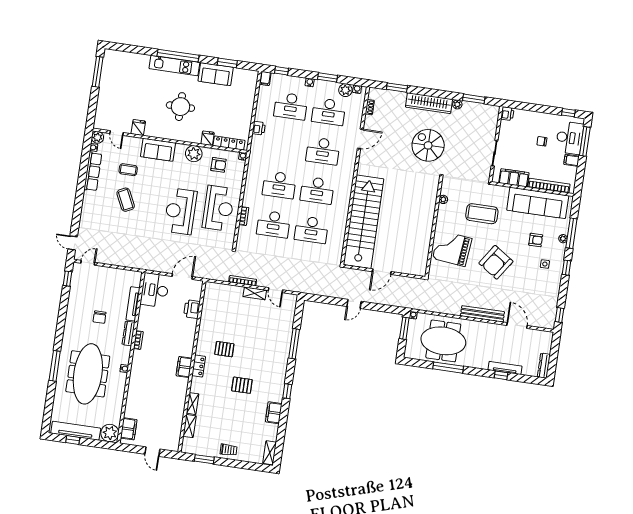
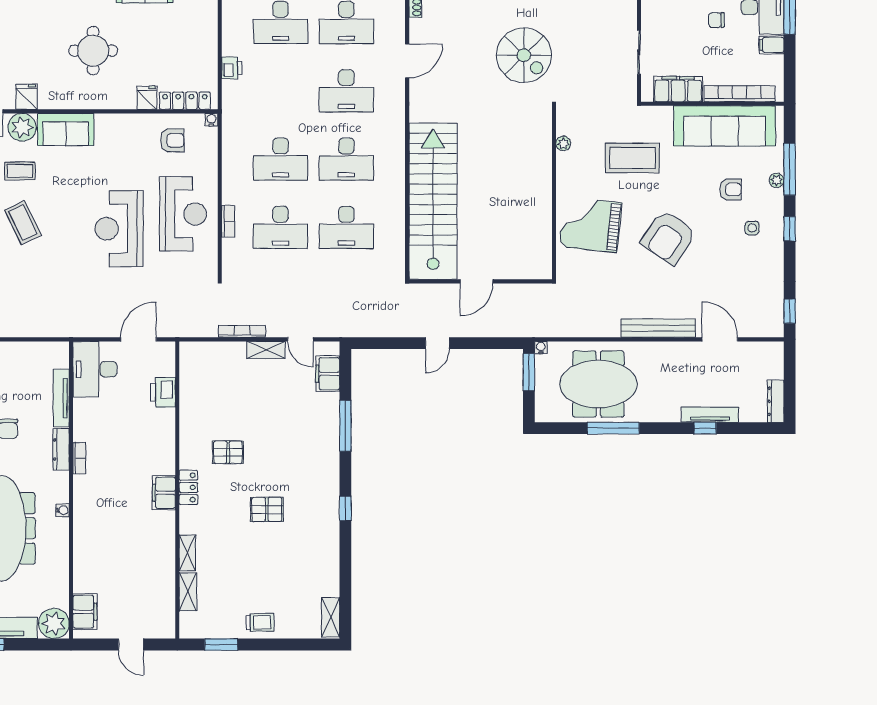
spiral stairs: (428, 145) -> (524, 55), turned 180
plant: (194, 154) -> (22, 127), moved
filing cabinet: (274, 413) -> (328, 374), moved

